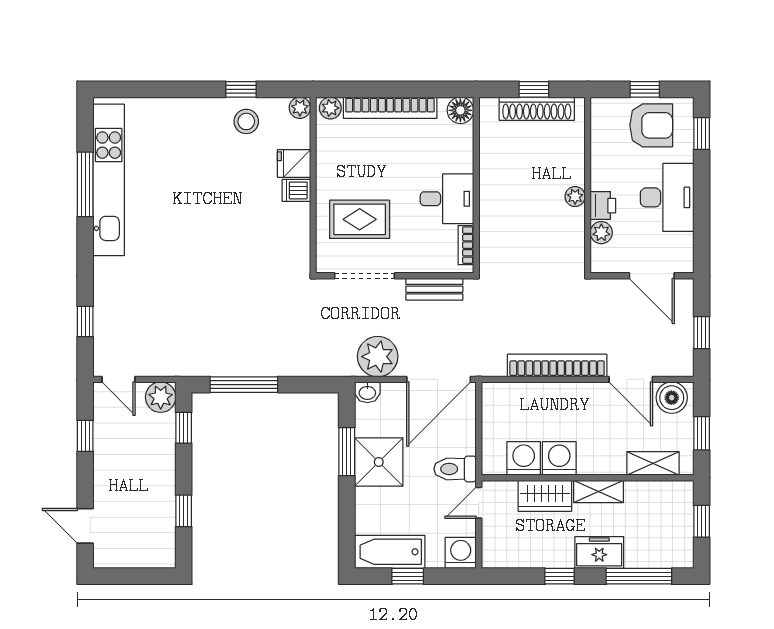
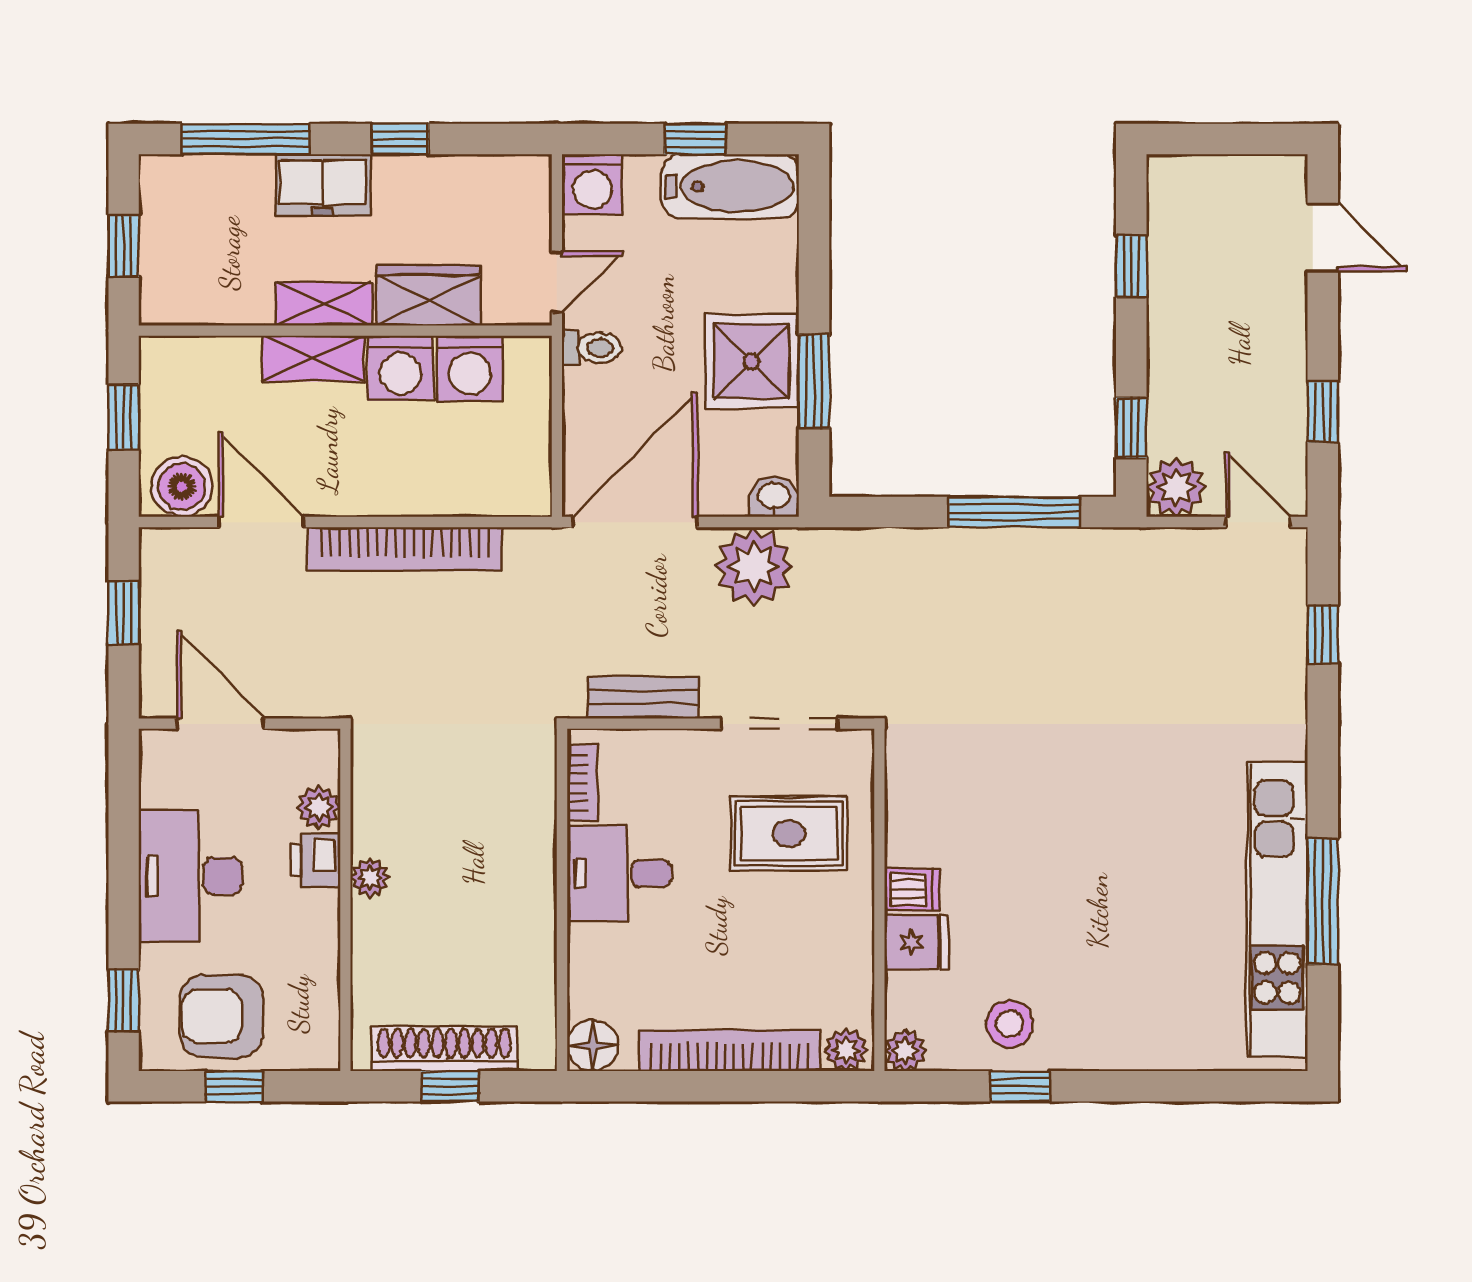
shelving: (653, 463) -> (313, 359), moved
toilet: (455, 469) -> (592, 348), width x0.73, depth x0.72

